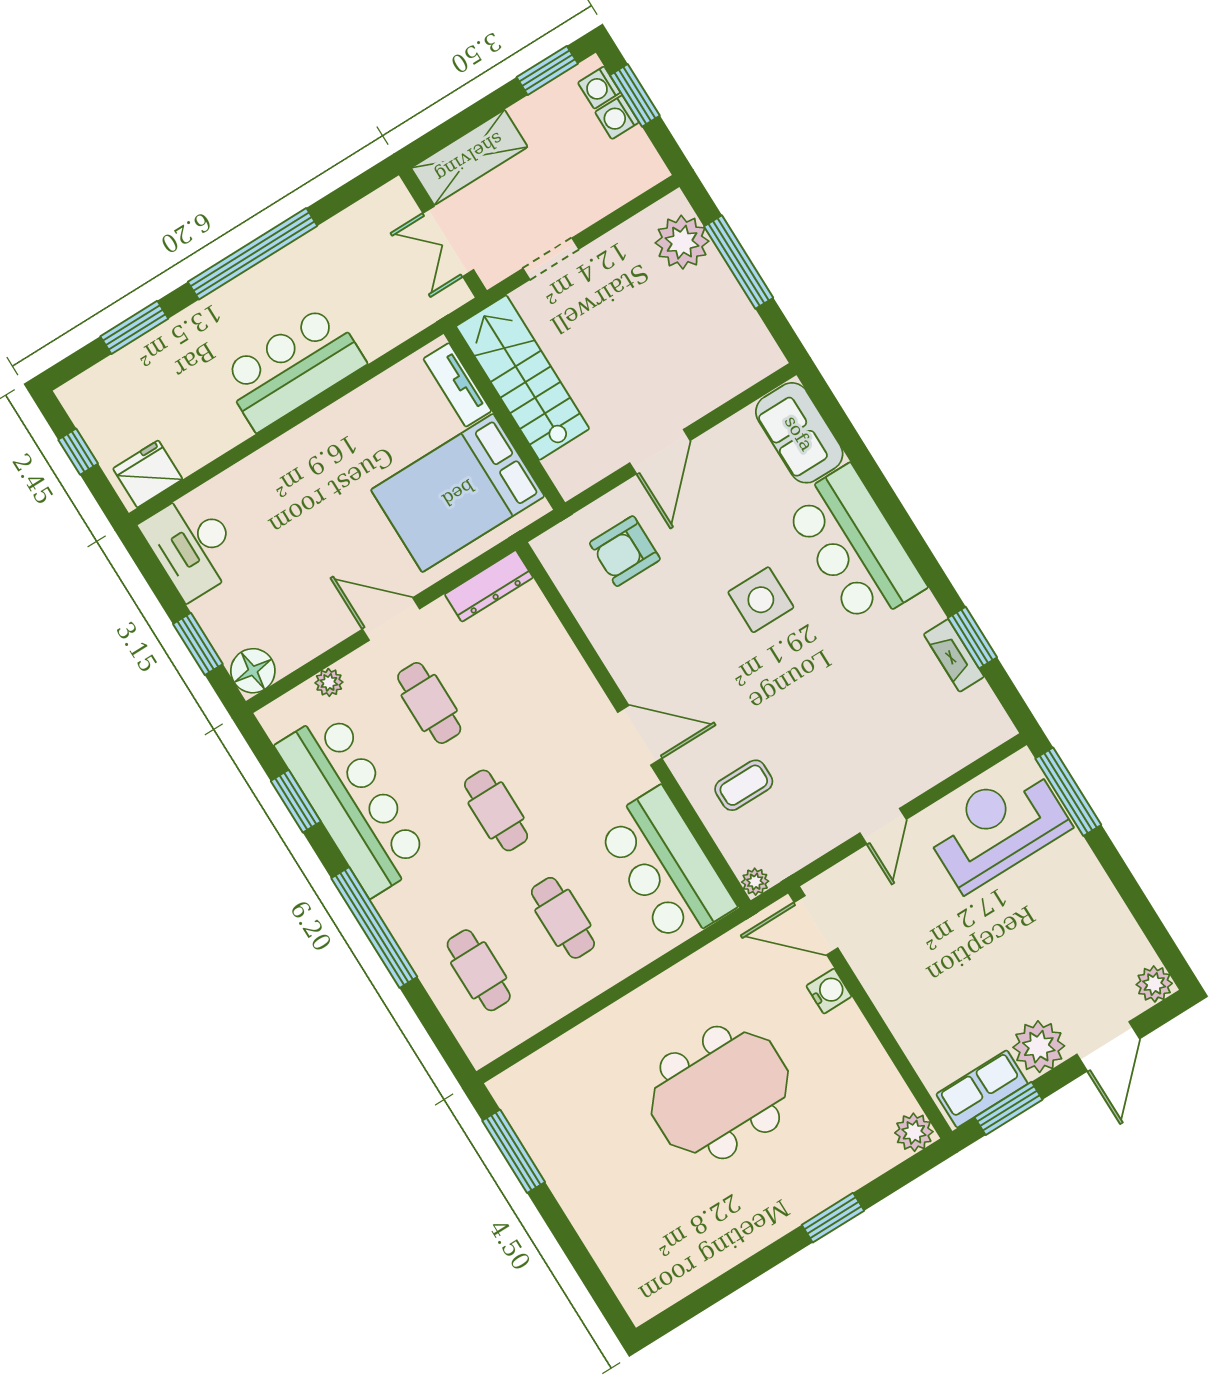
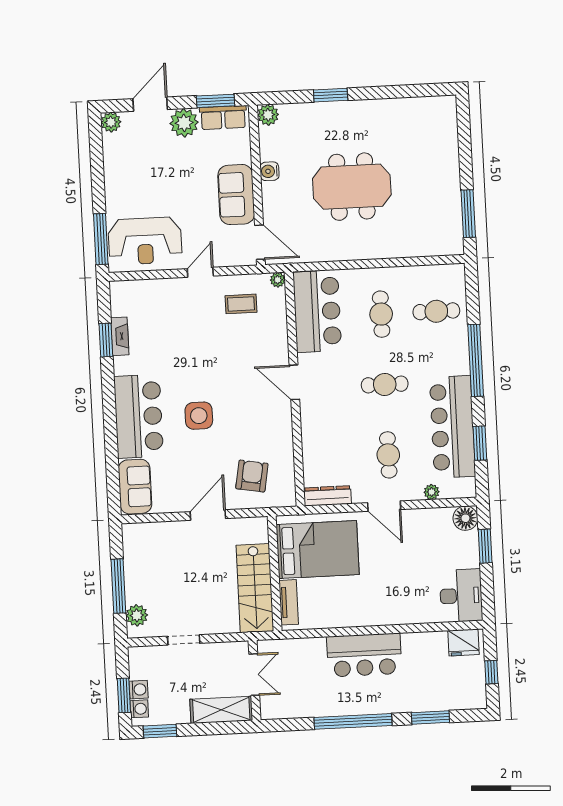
plant: (682, 242) -> (137, 615), width x0.73, depth x0.73
doorway: (551, 259) -> (184, 640), moved
armchair: (625, 551) -> (252, 476), turned -80
coffee table: (744, 785) -> (241, 304), moved
cafe table: (496, 810) -> (385, 384), turned 90
cafe table: (479, 970) -> (436, 311), turned 90
sofa: (894, 979) -> (236, 195), added
water cooler: (829, 991) -> (269, 171), moved

